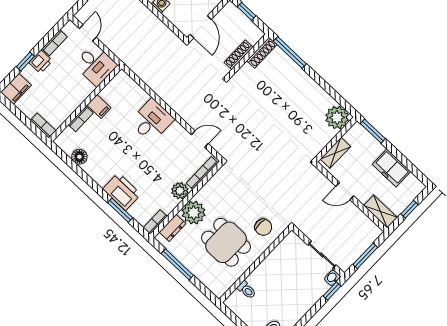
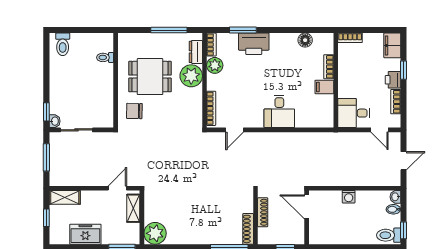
plant: (180, 191) -> (215, 65), moved
door: (345, 191) -> (117, 188), moved

